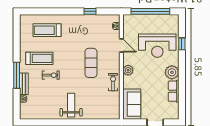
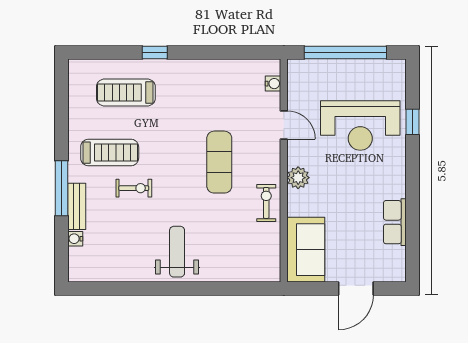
window: (90, 11) -> (155, 52), moved
plant: (172, 72) -> (391, 182), removed

